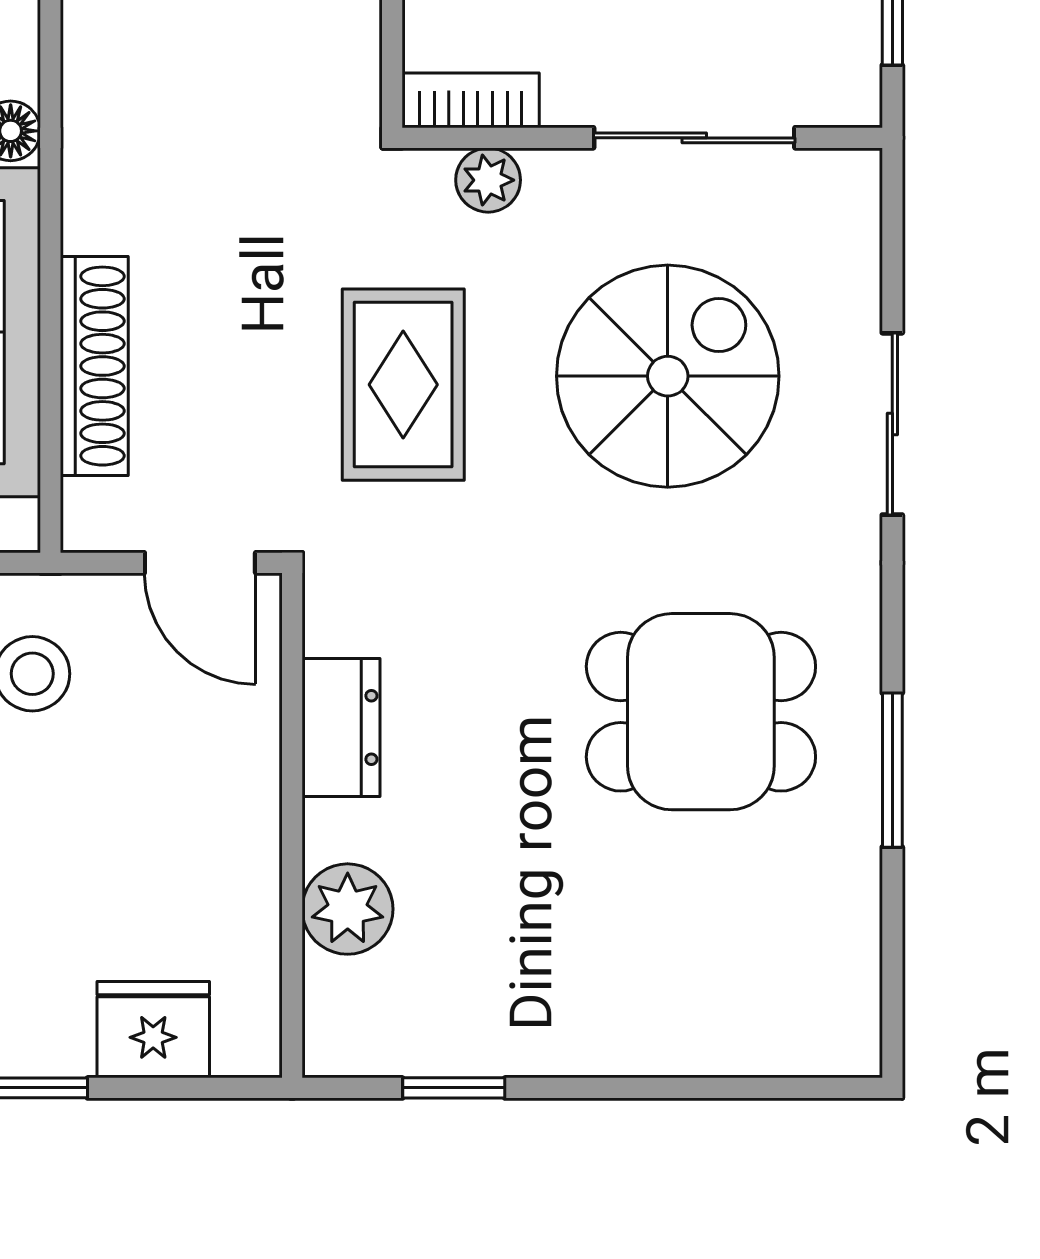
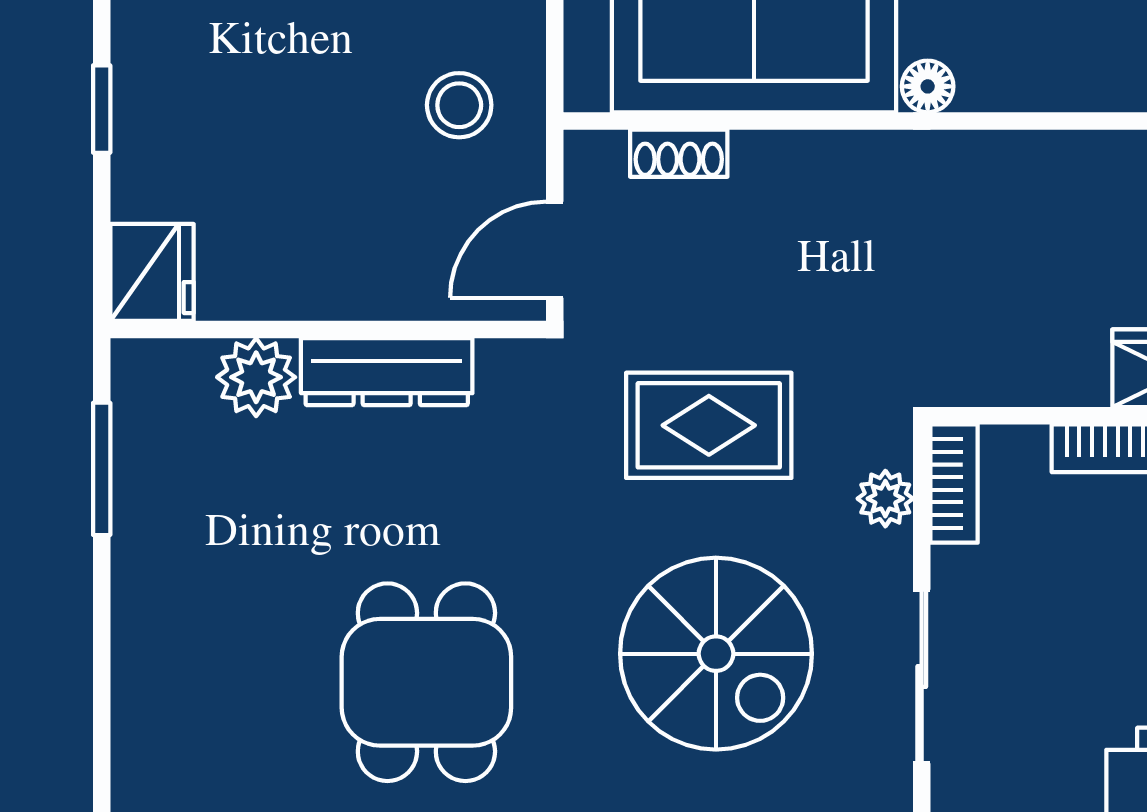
shoe rack: (94, 366) -> (679, 153), width x0.51, depth x0.81
dresser: (341, 727) -> (387, 372), width x1.44
fridge: (153, 1030) -> (152, 272), moved
window: (454, 1088) -> (102, 469), width x1.50

